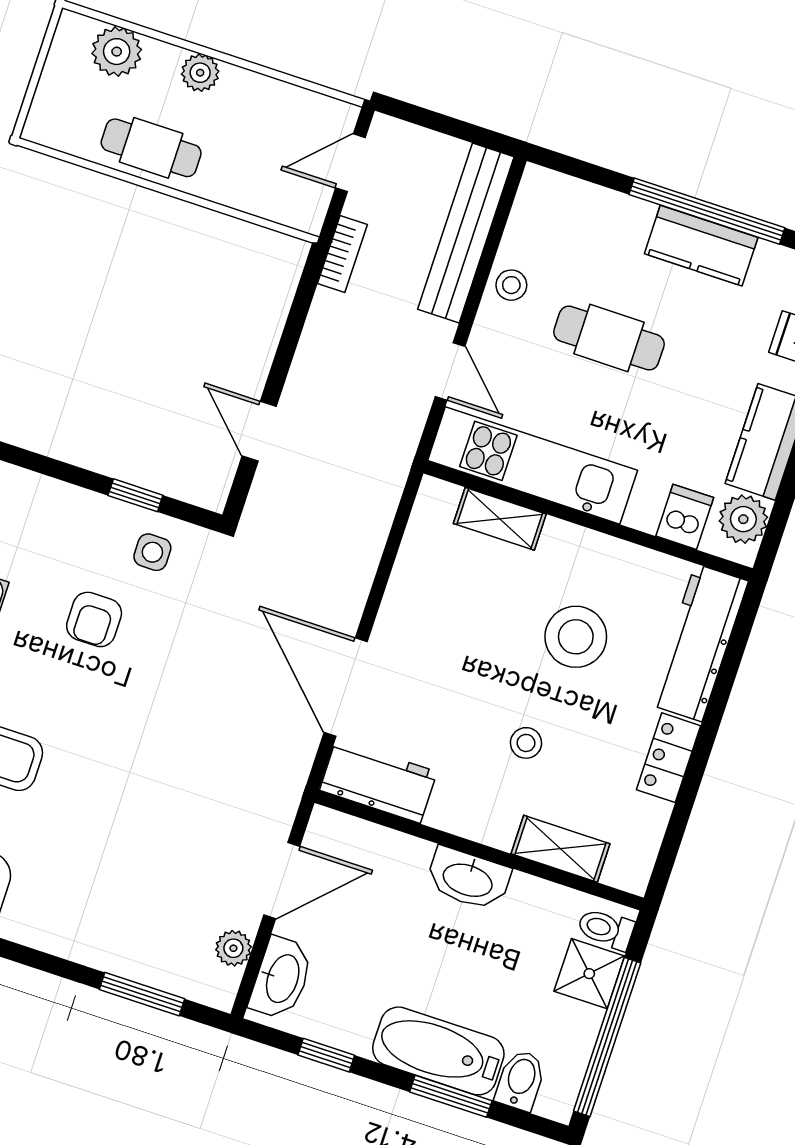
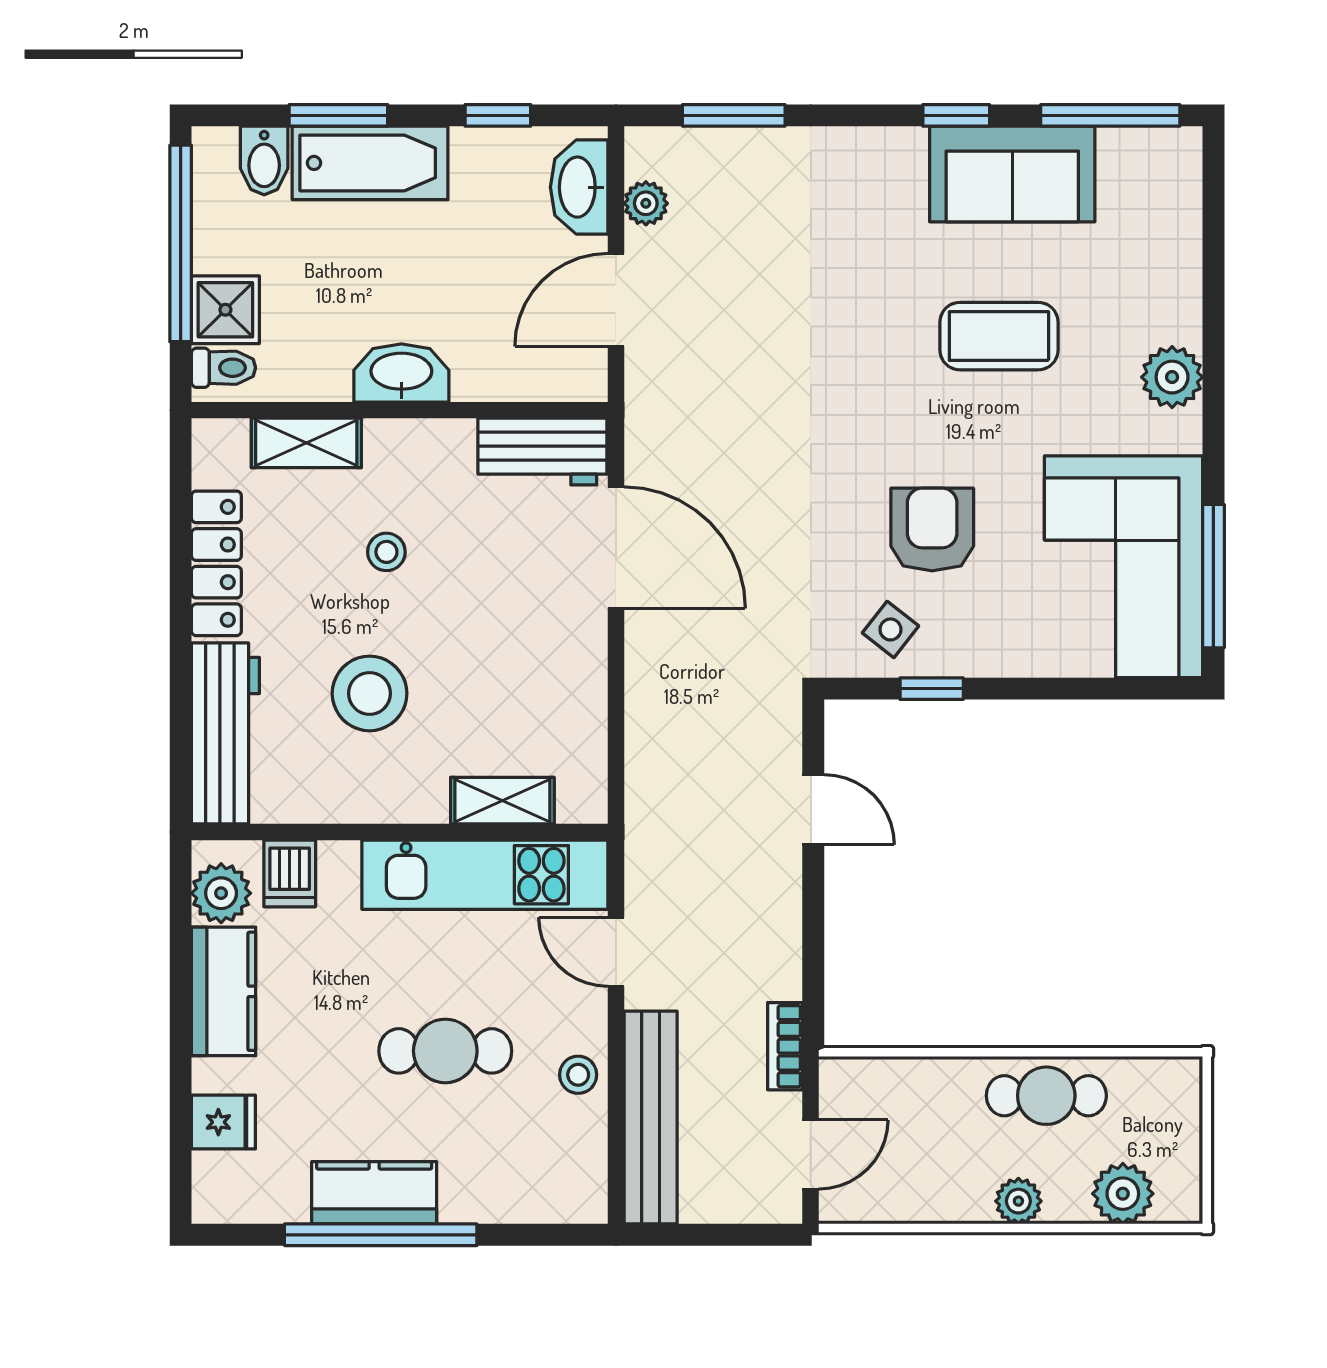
side table: (152, 552) -> (890, 629), turned 38
armchair: (94, 619) -> (932, 530), width x1.38, depth x1.38
locker: (669, 758) -> (216, 563), width x1.53

